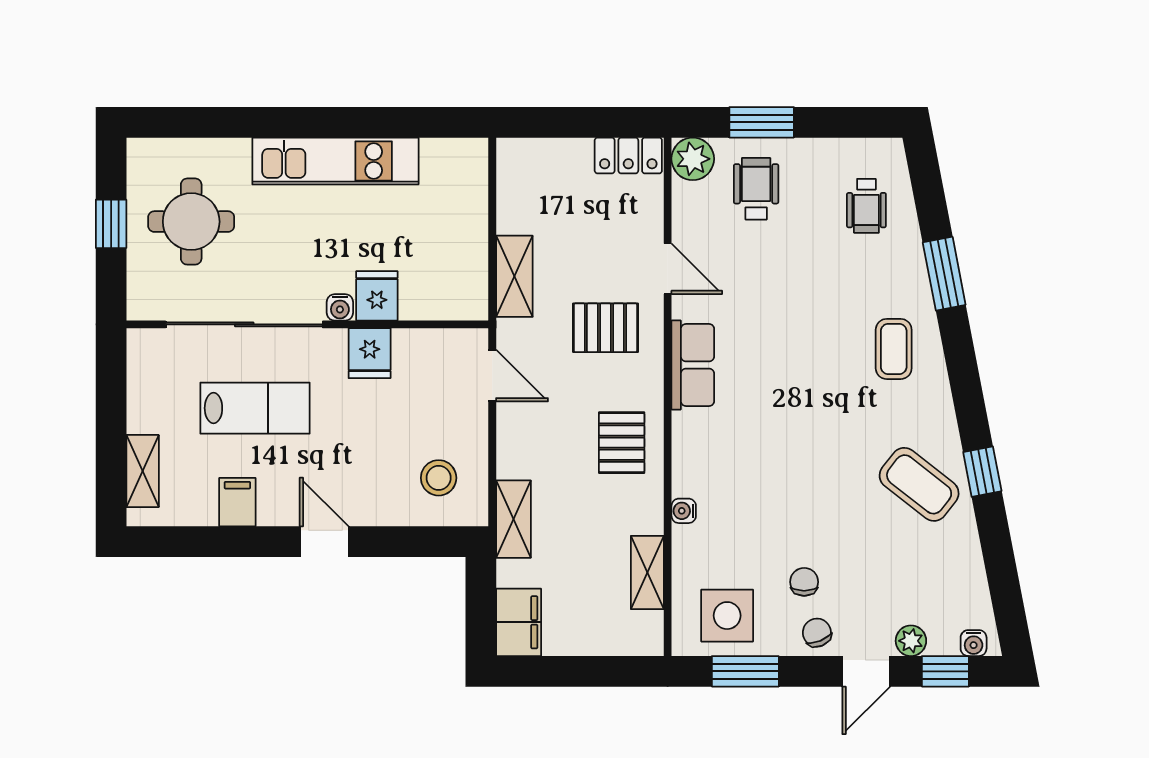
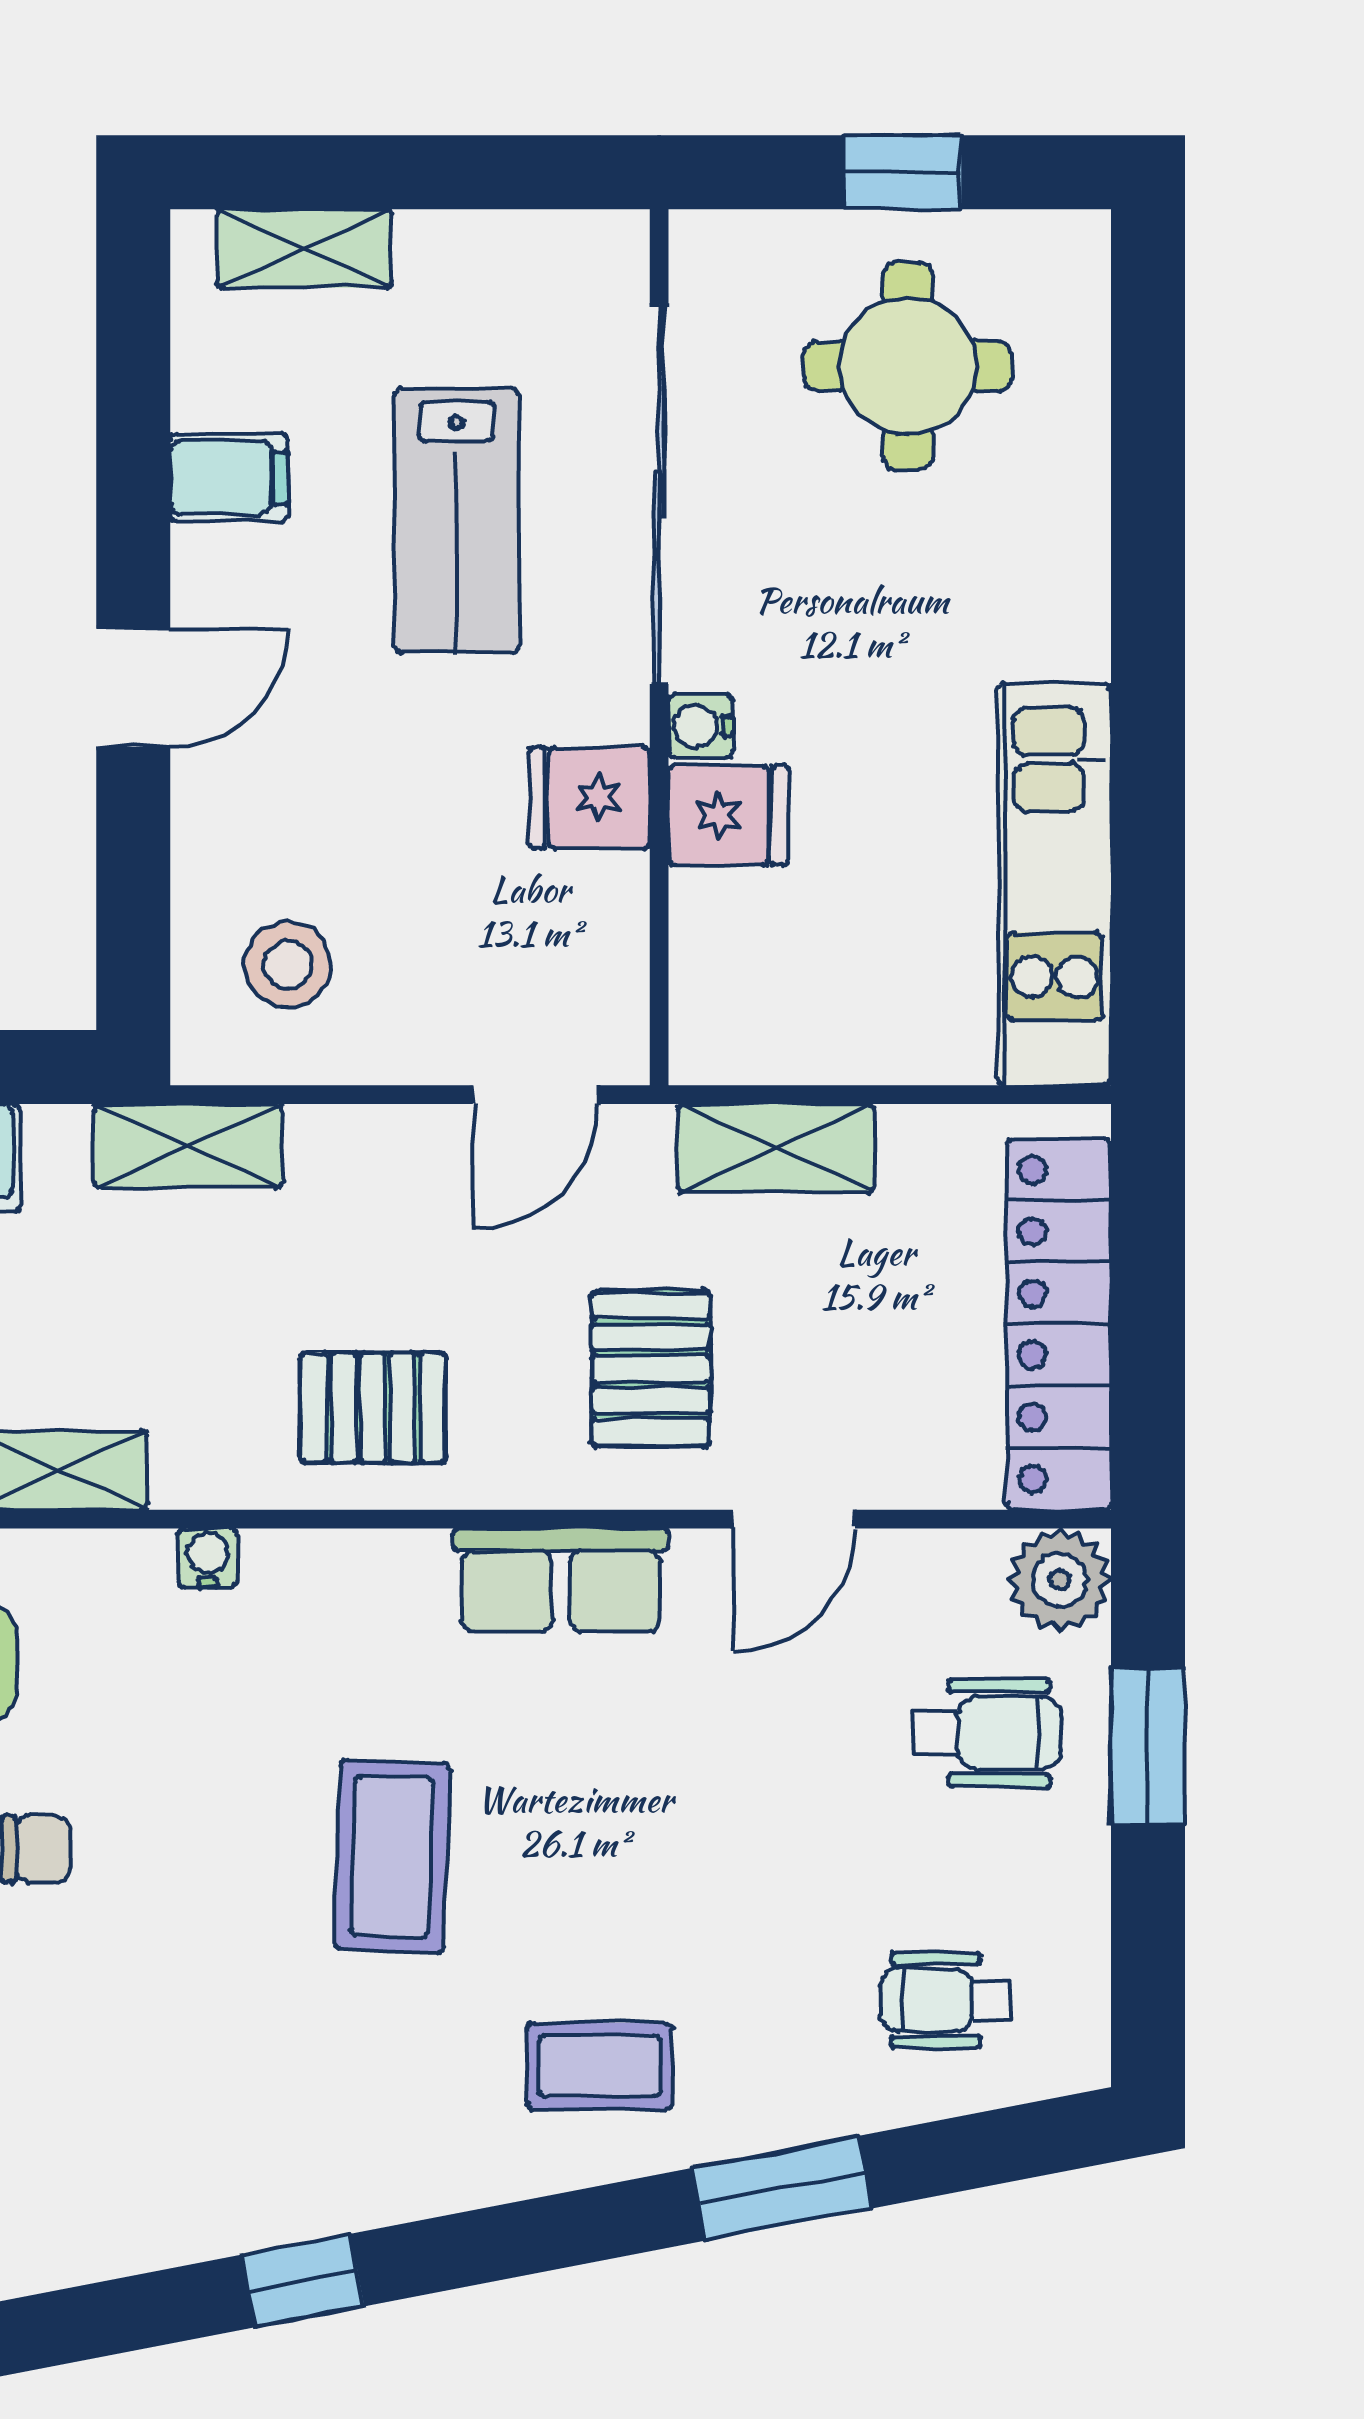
locker: (628, 156) -> (1059, 1324), width x2.16, depth x1.21
kitchen unit: (335, 161) -> (1054, 884), moved
coffee table: (919, 484) -> (392, 1856), moved, turned -36

